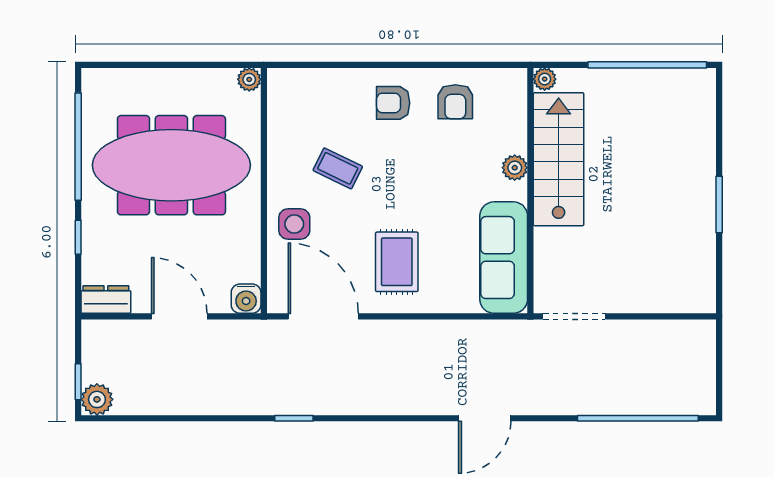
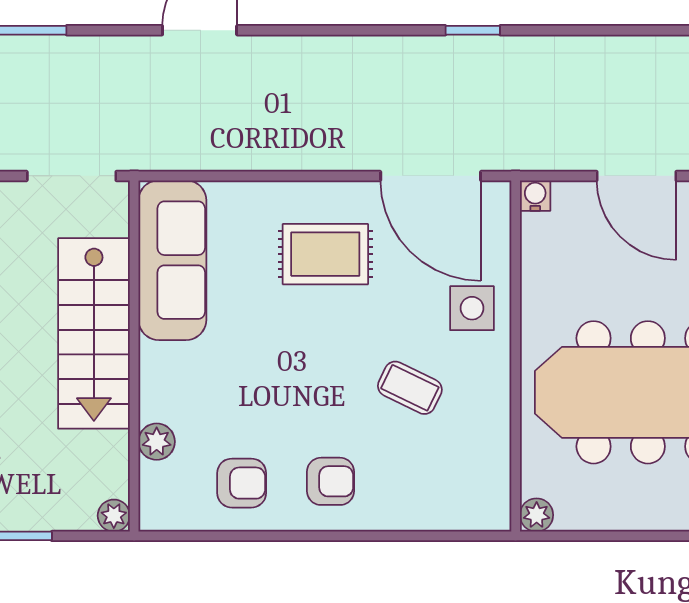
armchair: (455, 102) -> (242, 483), turned 90
stairs: (559, 159) -> (94, 333), moved
plant: (515, 168) -> (157, 442), moved
rug: (397, 262) -> (325, 254), turned 90
water cooler: (246, 299) -> (535, 196), width x0.72, depth x0.72

